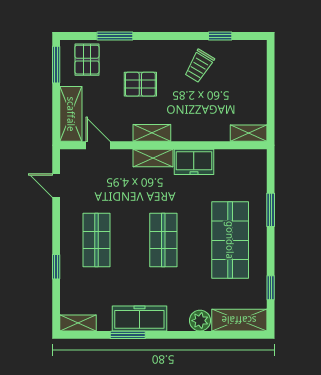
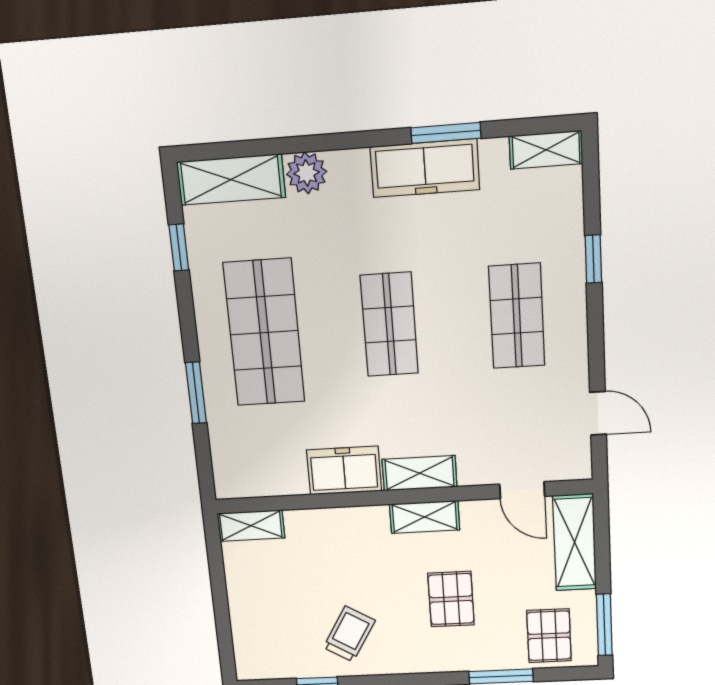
pallet: (140, 84) -> (451, 599), turned 90

